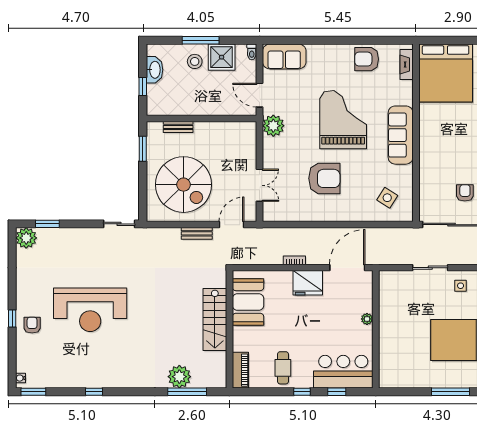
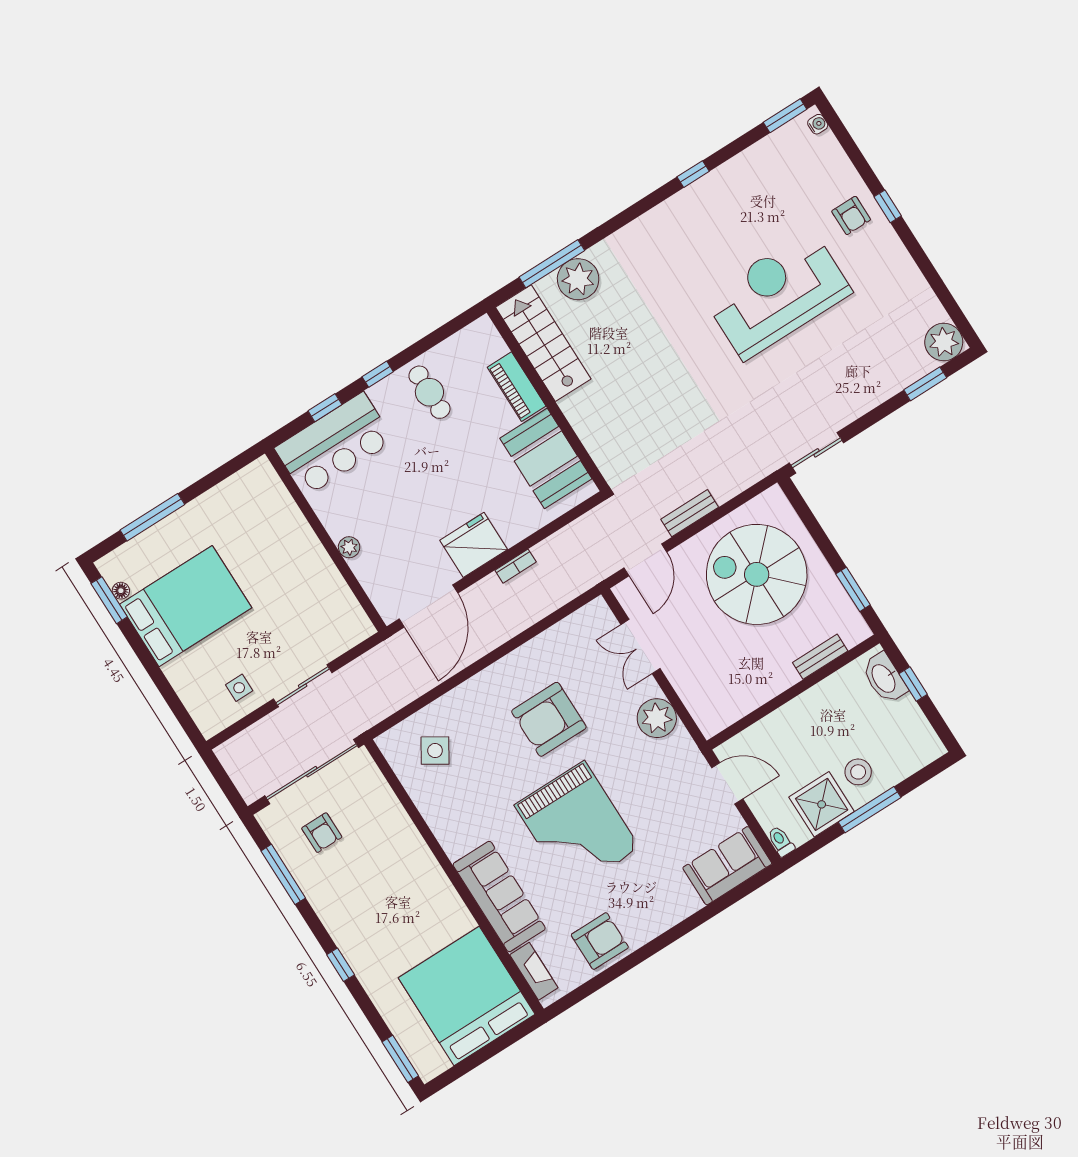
washbasin: (154, 70) -> (884, 678), moved
plant: (273, 126) -> (657, 718), moved
sofa: (401, 135) -> (499, 896), moved
stairs: (215, 320) -> (543, 343), moved
piano: (240, 370) -> (517, 387), moved

